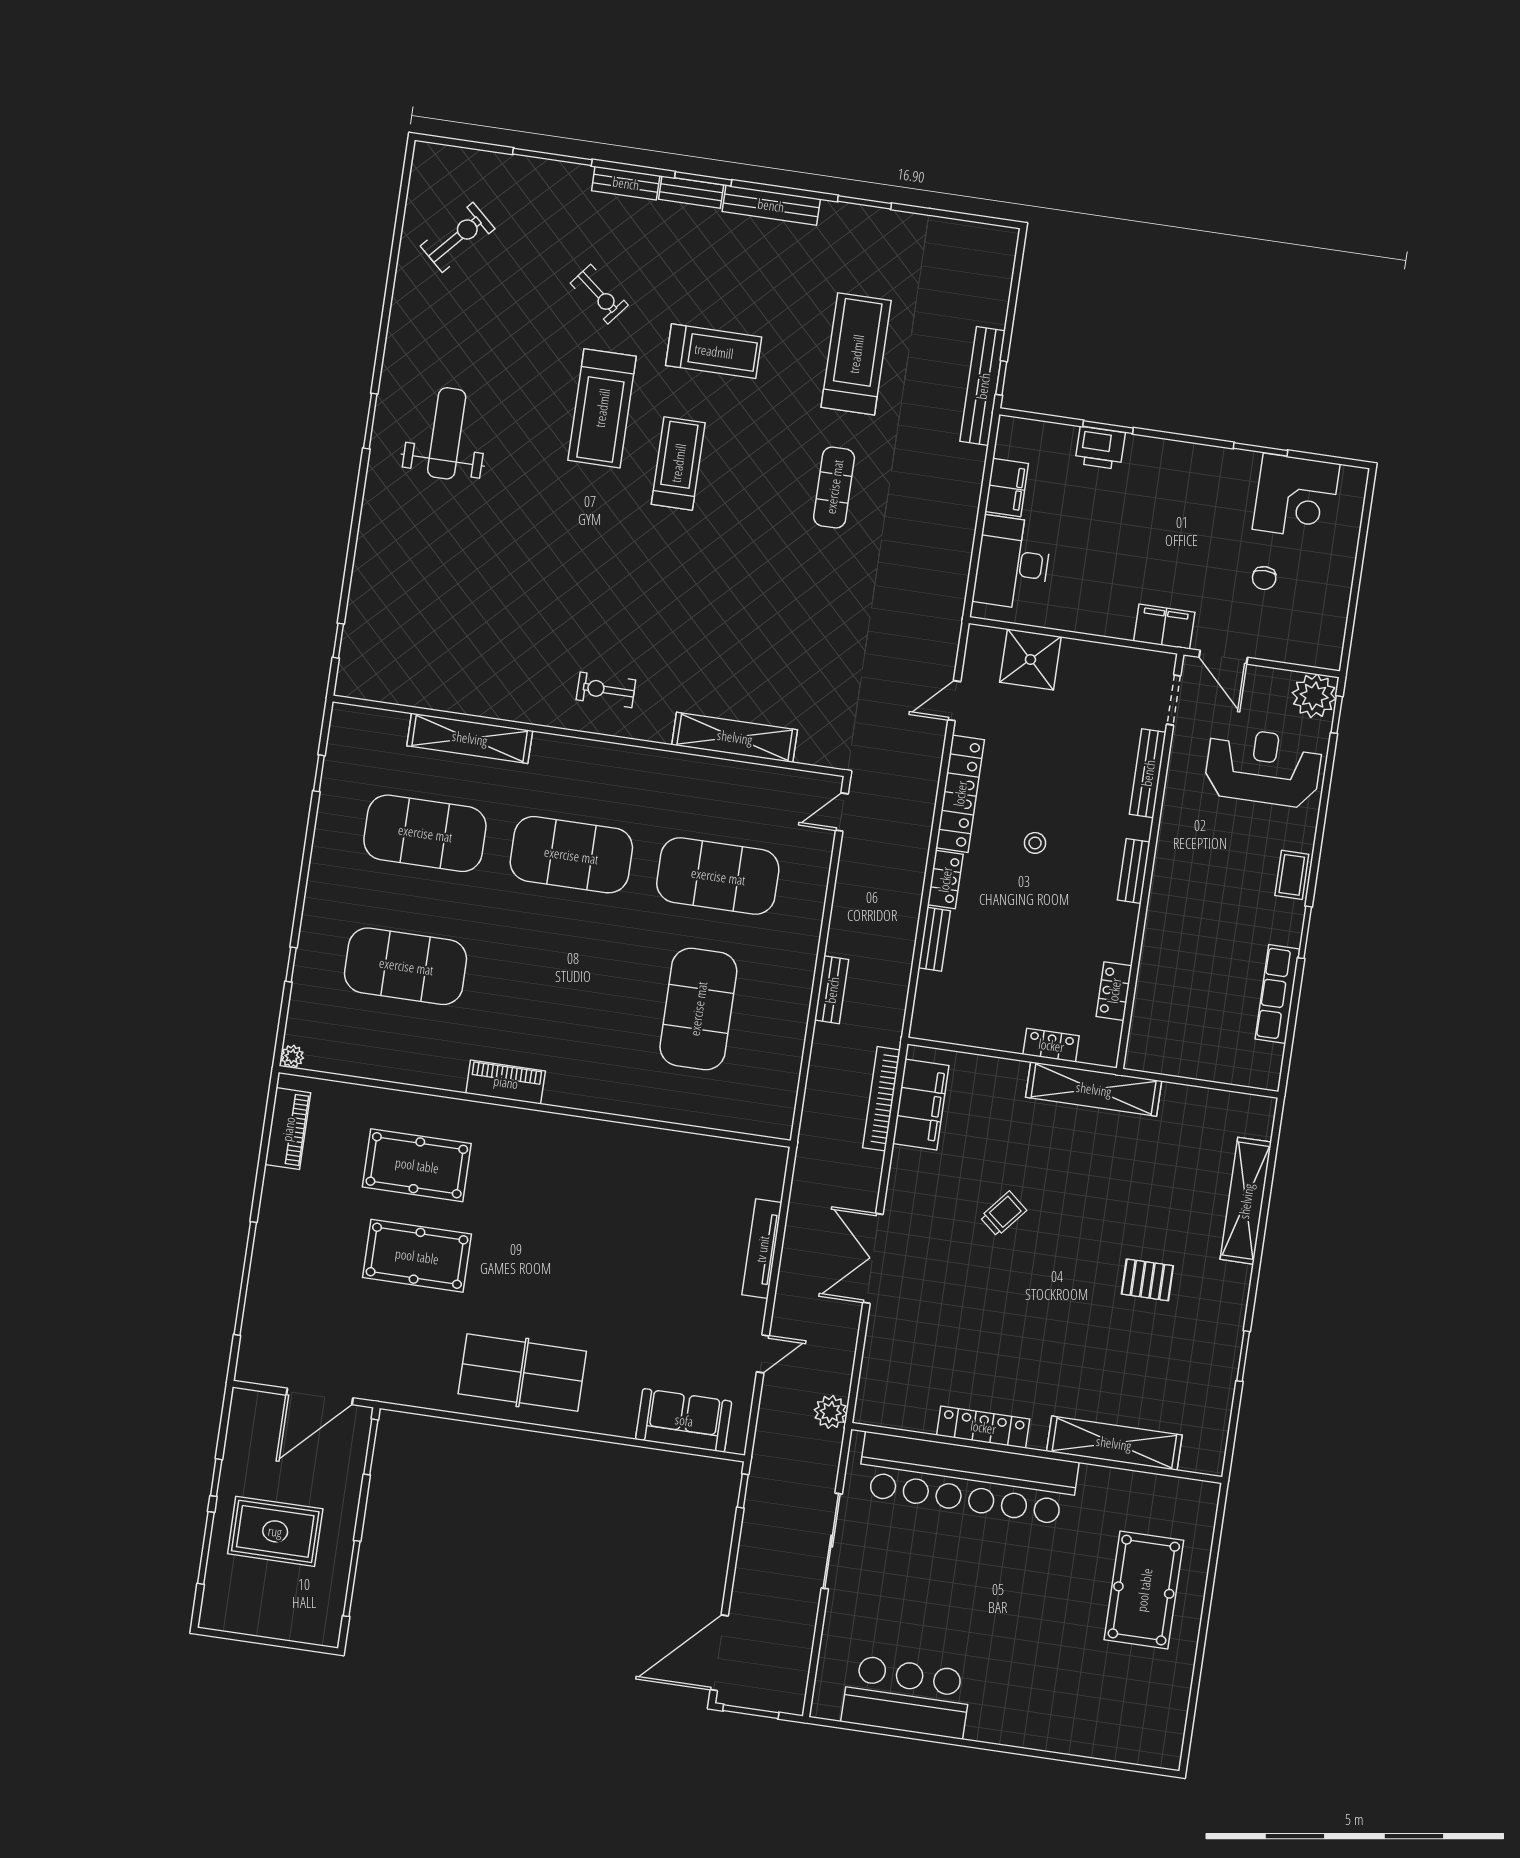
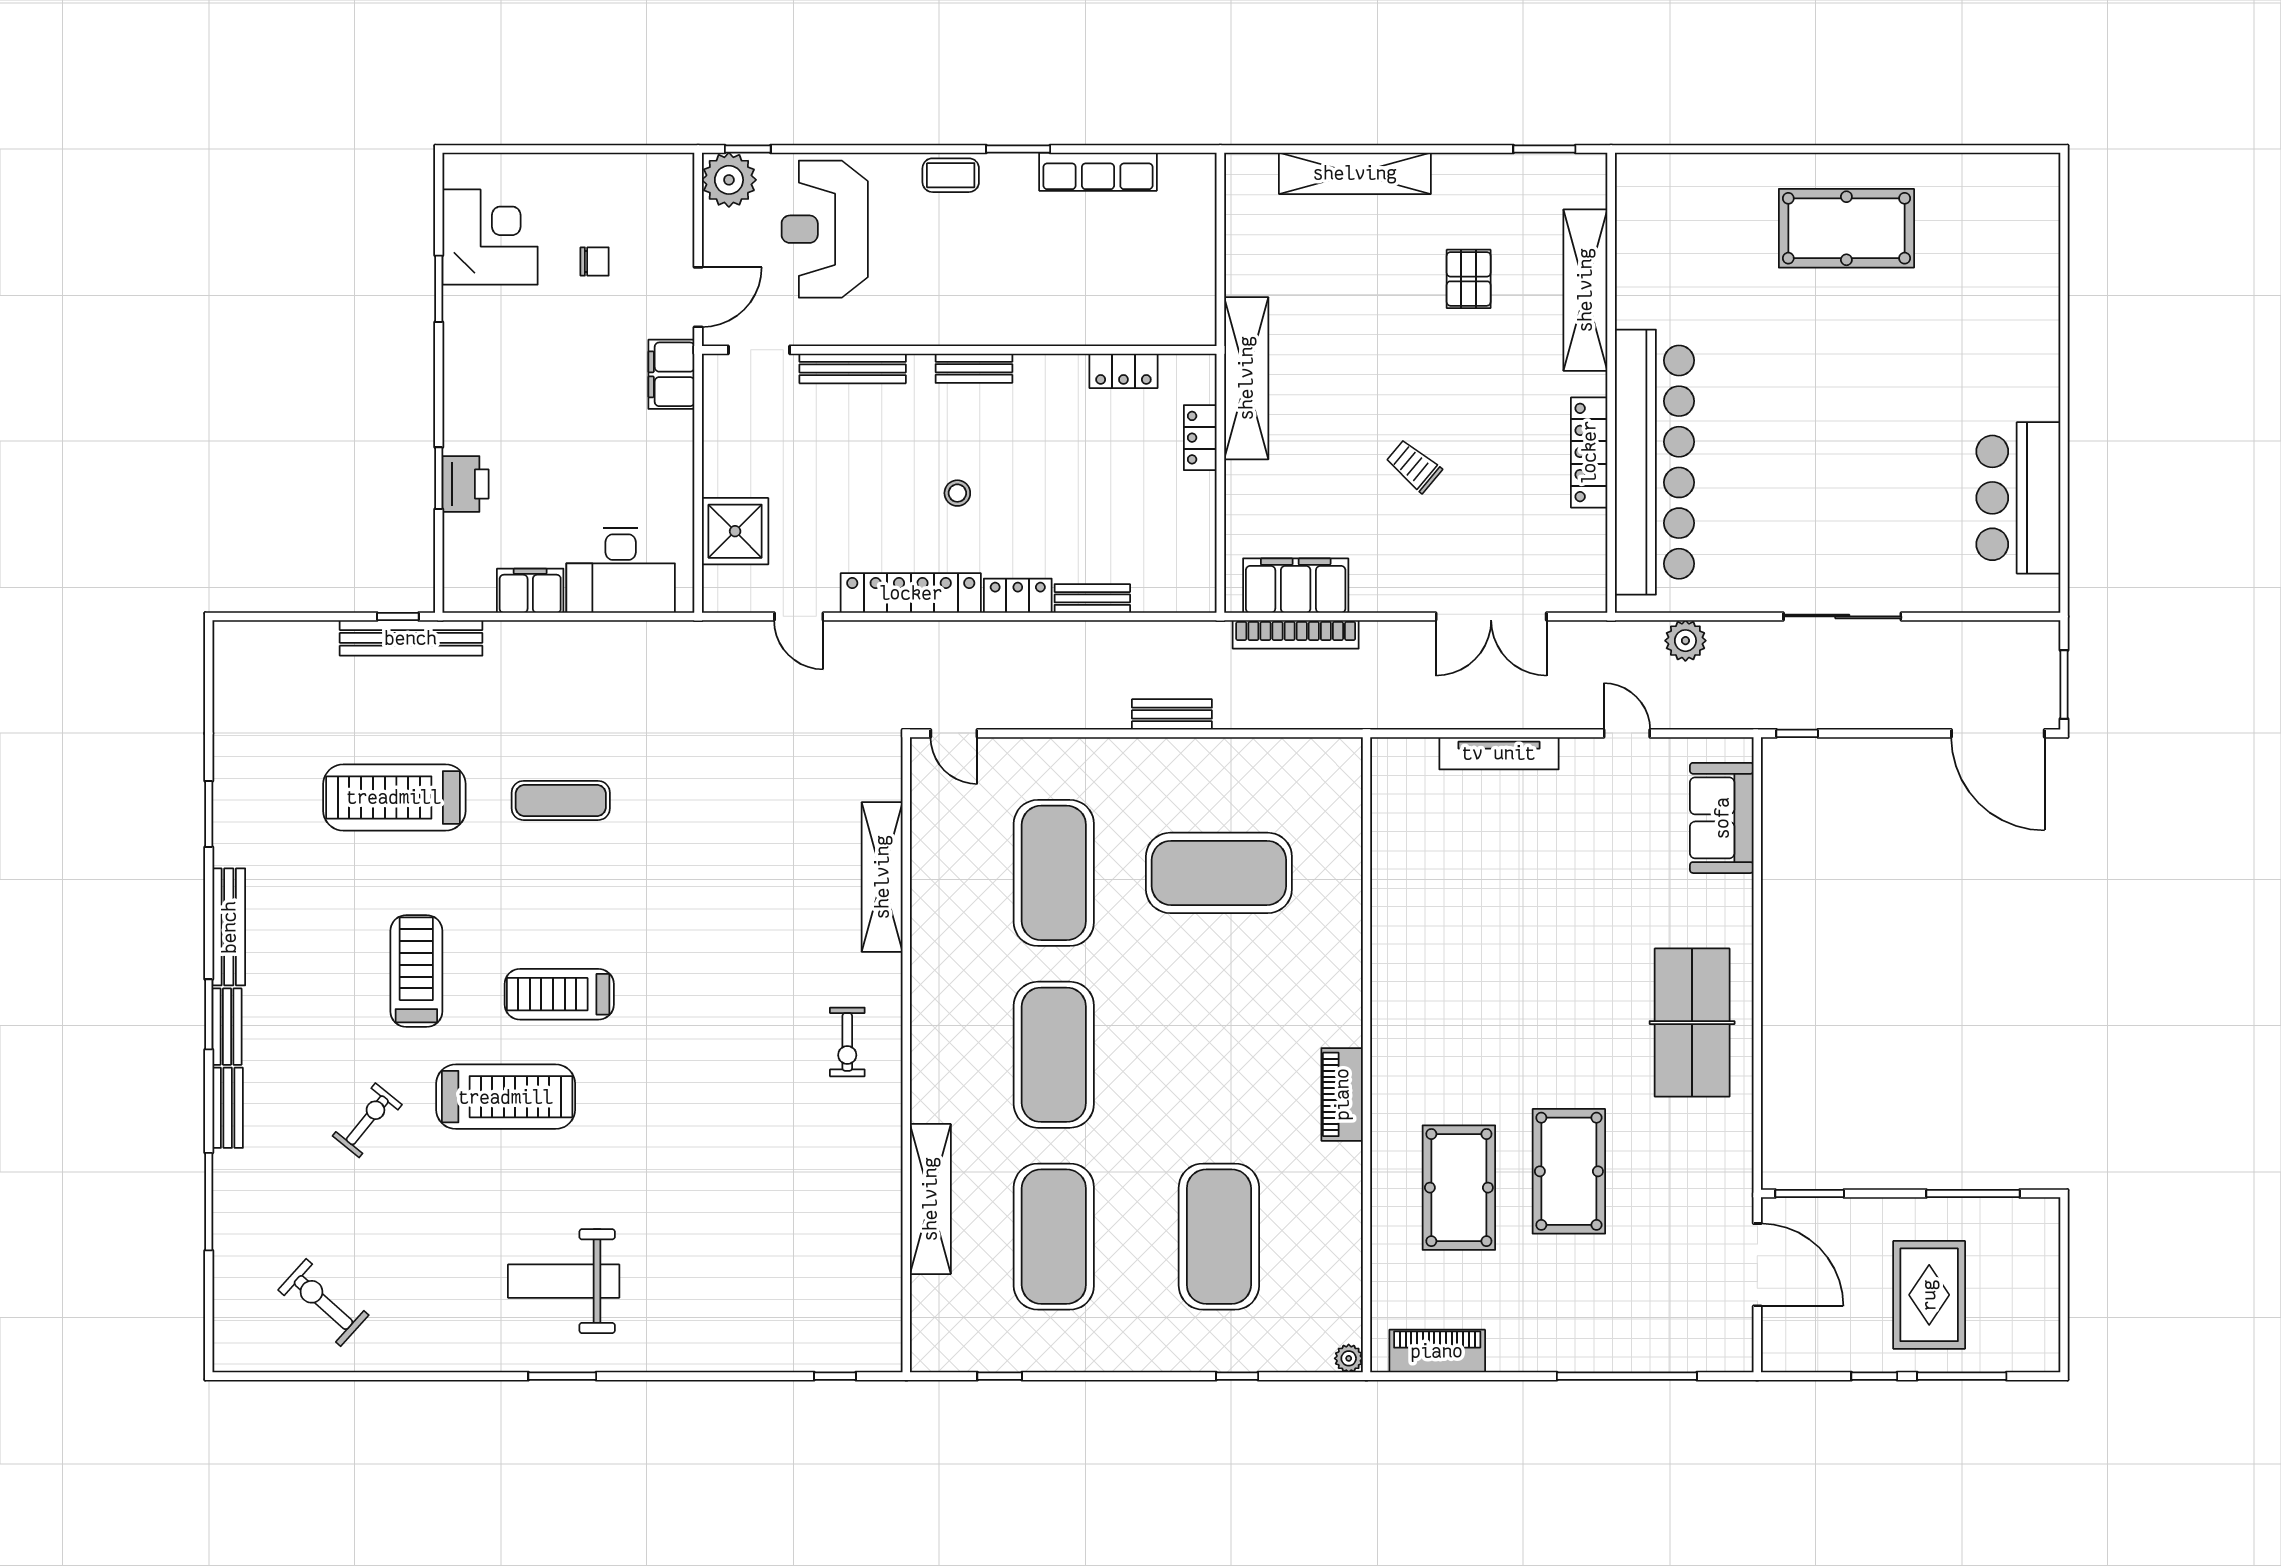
locker: (983, 1427) -> (1589, 452), moved
shelving: (1114, 1443) -> (1585, 290), moved
wall: (1037, 1453) -> (1611, 383), moved
bar counter: (968, 1479) -> (1654, 462), moved

